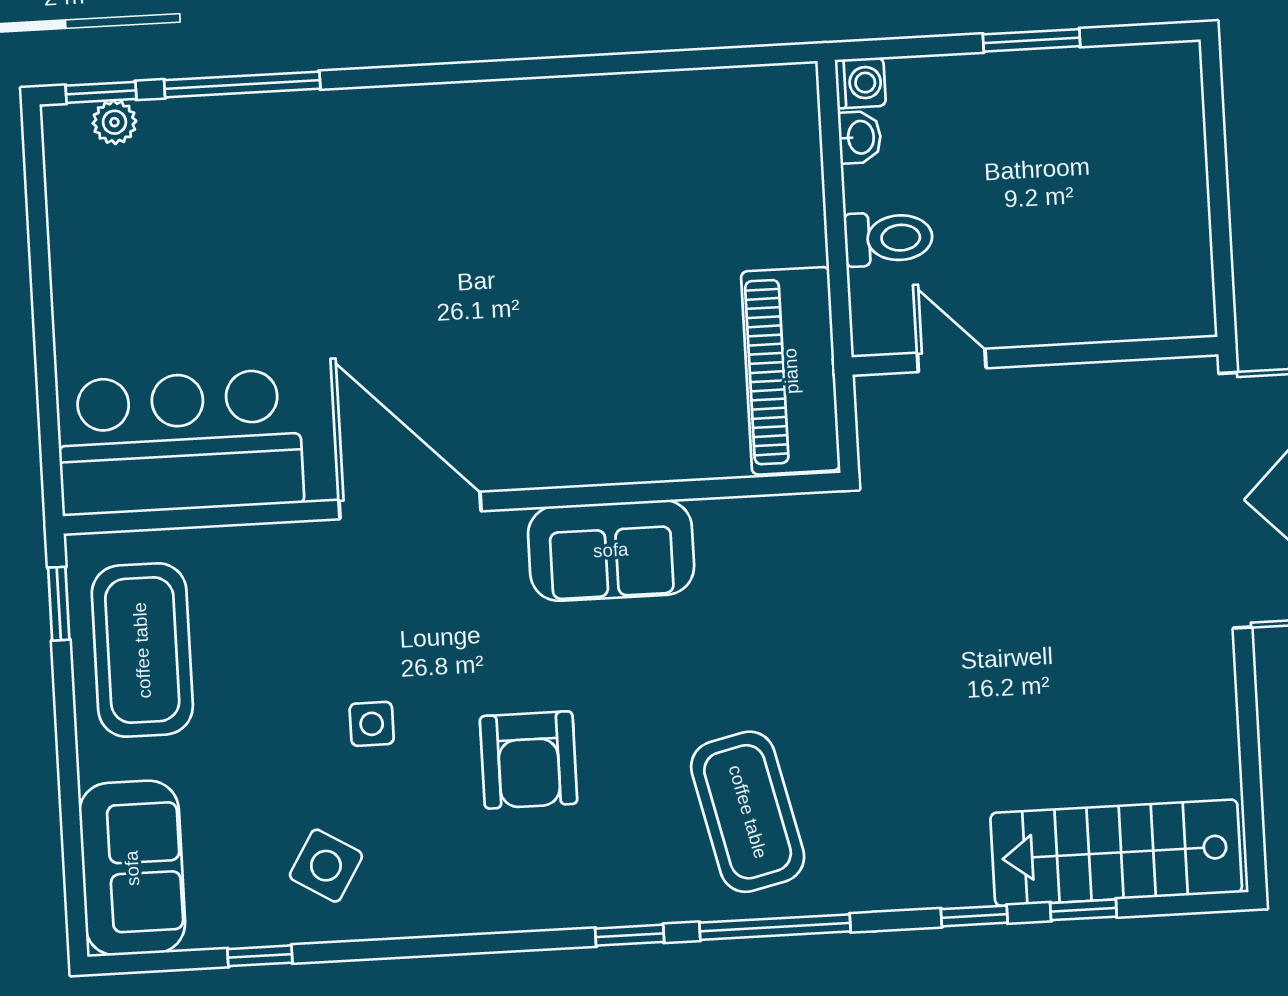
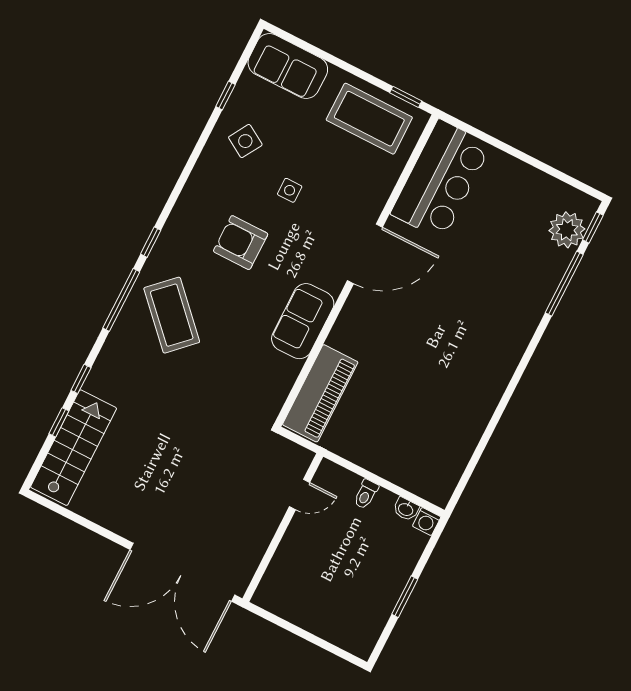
plant: (114, 122) -> (567, 230), width x1.88, depth x1.88
toilet: (888, 238) -> (366, 494), width x0.73, depth x0.72
piano: (791, 371) -> (320, 393), moved, turned 90
coffee table: (748, 812) -> (172, 315), turned 59

